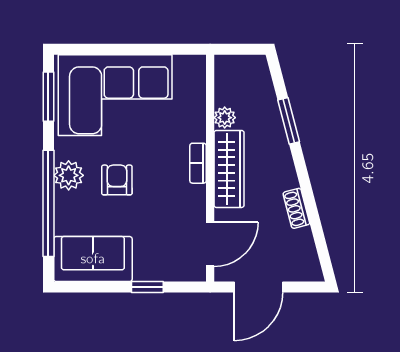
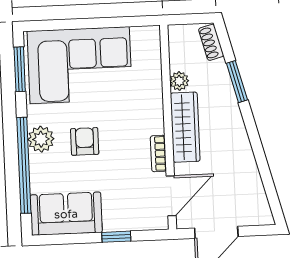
bookcase: (198, 163) -> (158, 154), moved
shoe rack: (296, 208) -> (211, 42), moved

